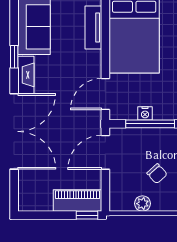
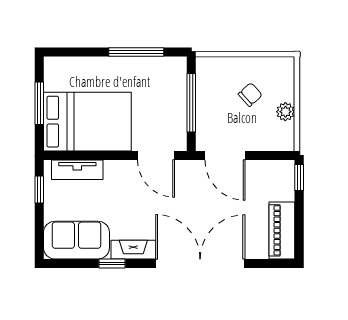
nightstand: (145, 113) -> (179, 109), removed
piano: (77, 200) -> (282, 230), moved

